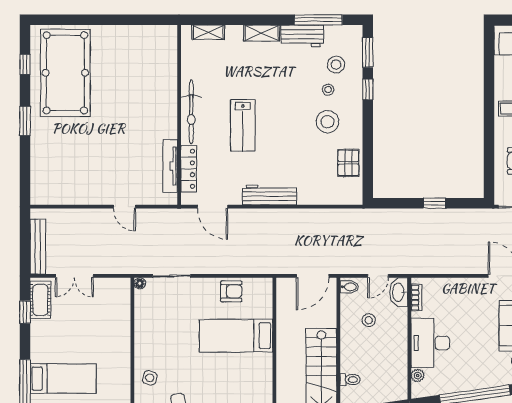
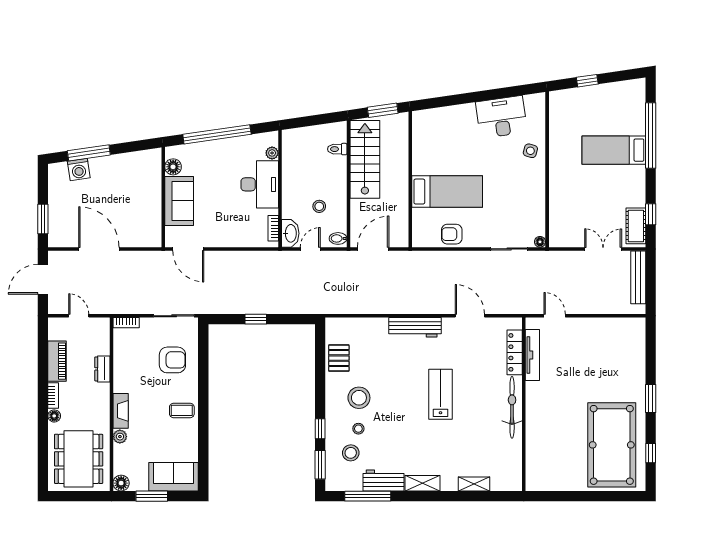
bicycle: (191, 112) -> (512, 407), moved
wall: (179, 115) -> (524, 404), moved
tv unit: (170, 166) -> (532, 355), moved
locker: (189, 169) -> (515, 352), moved

